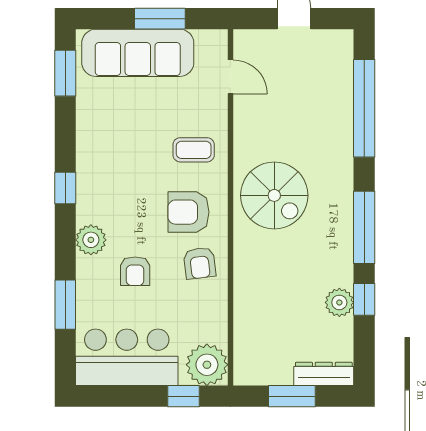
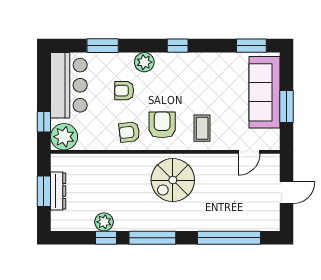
dresser: (324, 374) -> (58, 191), moved

